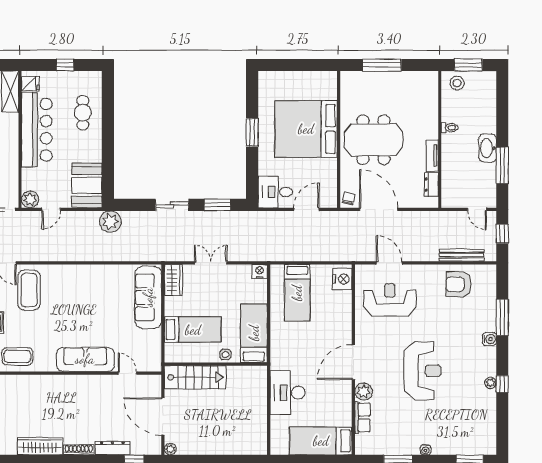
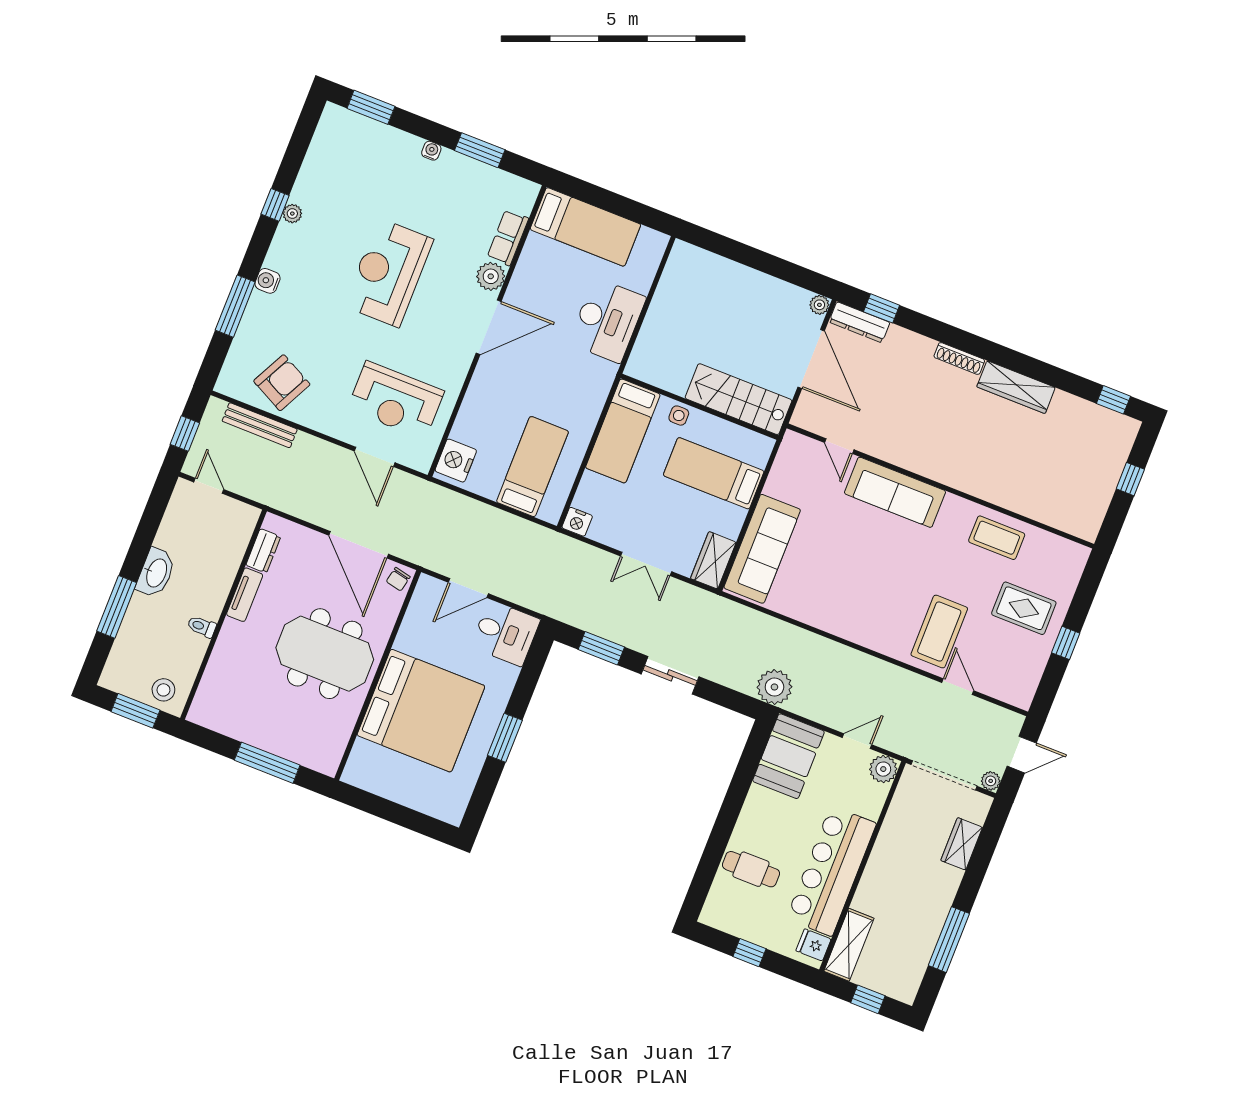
cafe table: (83, 113) -> (751, 869), turned 90
window: (502, 165) -> (117, 607), moved
armchair: (459, 284) -> (282, 383), turned -63
dresser: (112, 448) -> (859, 322), moved

